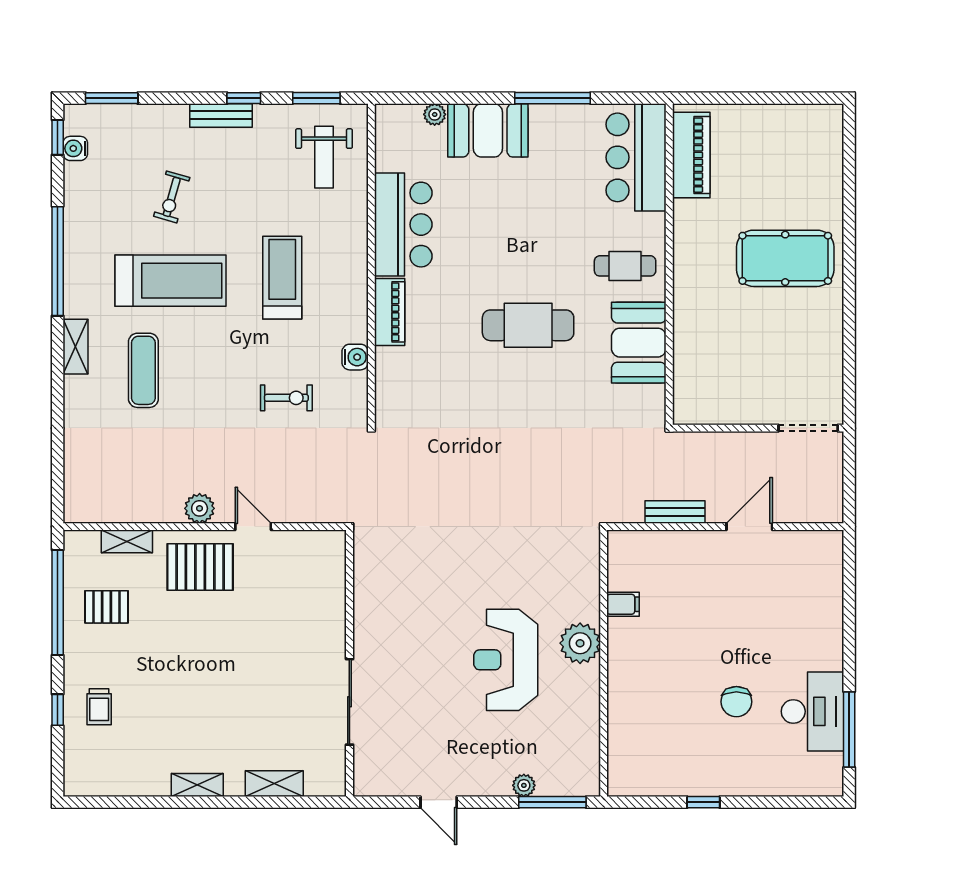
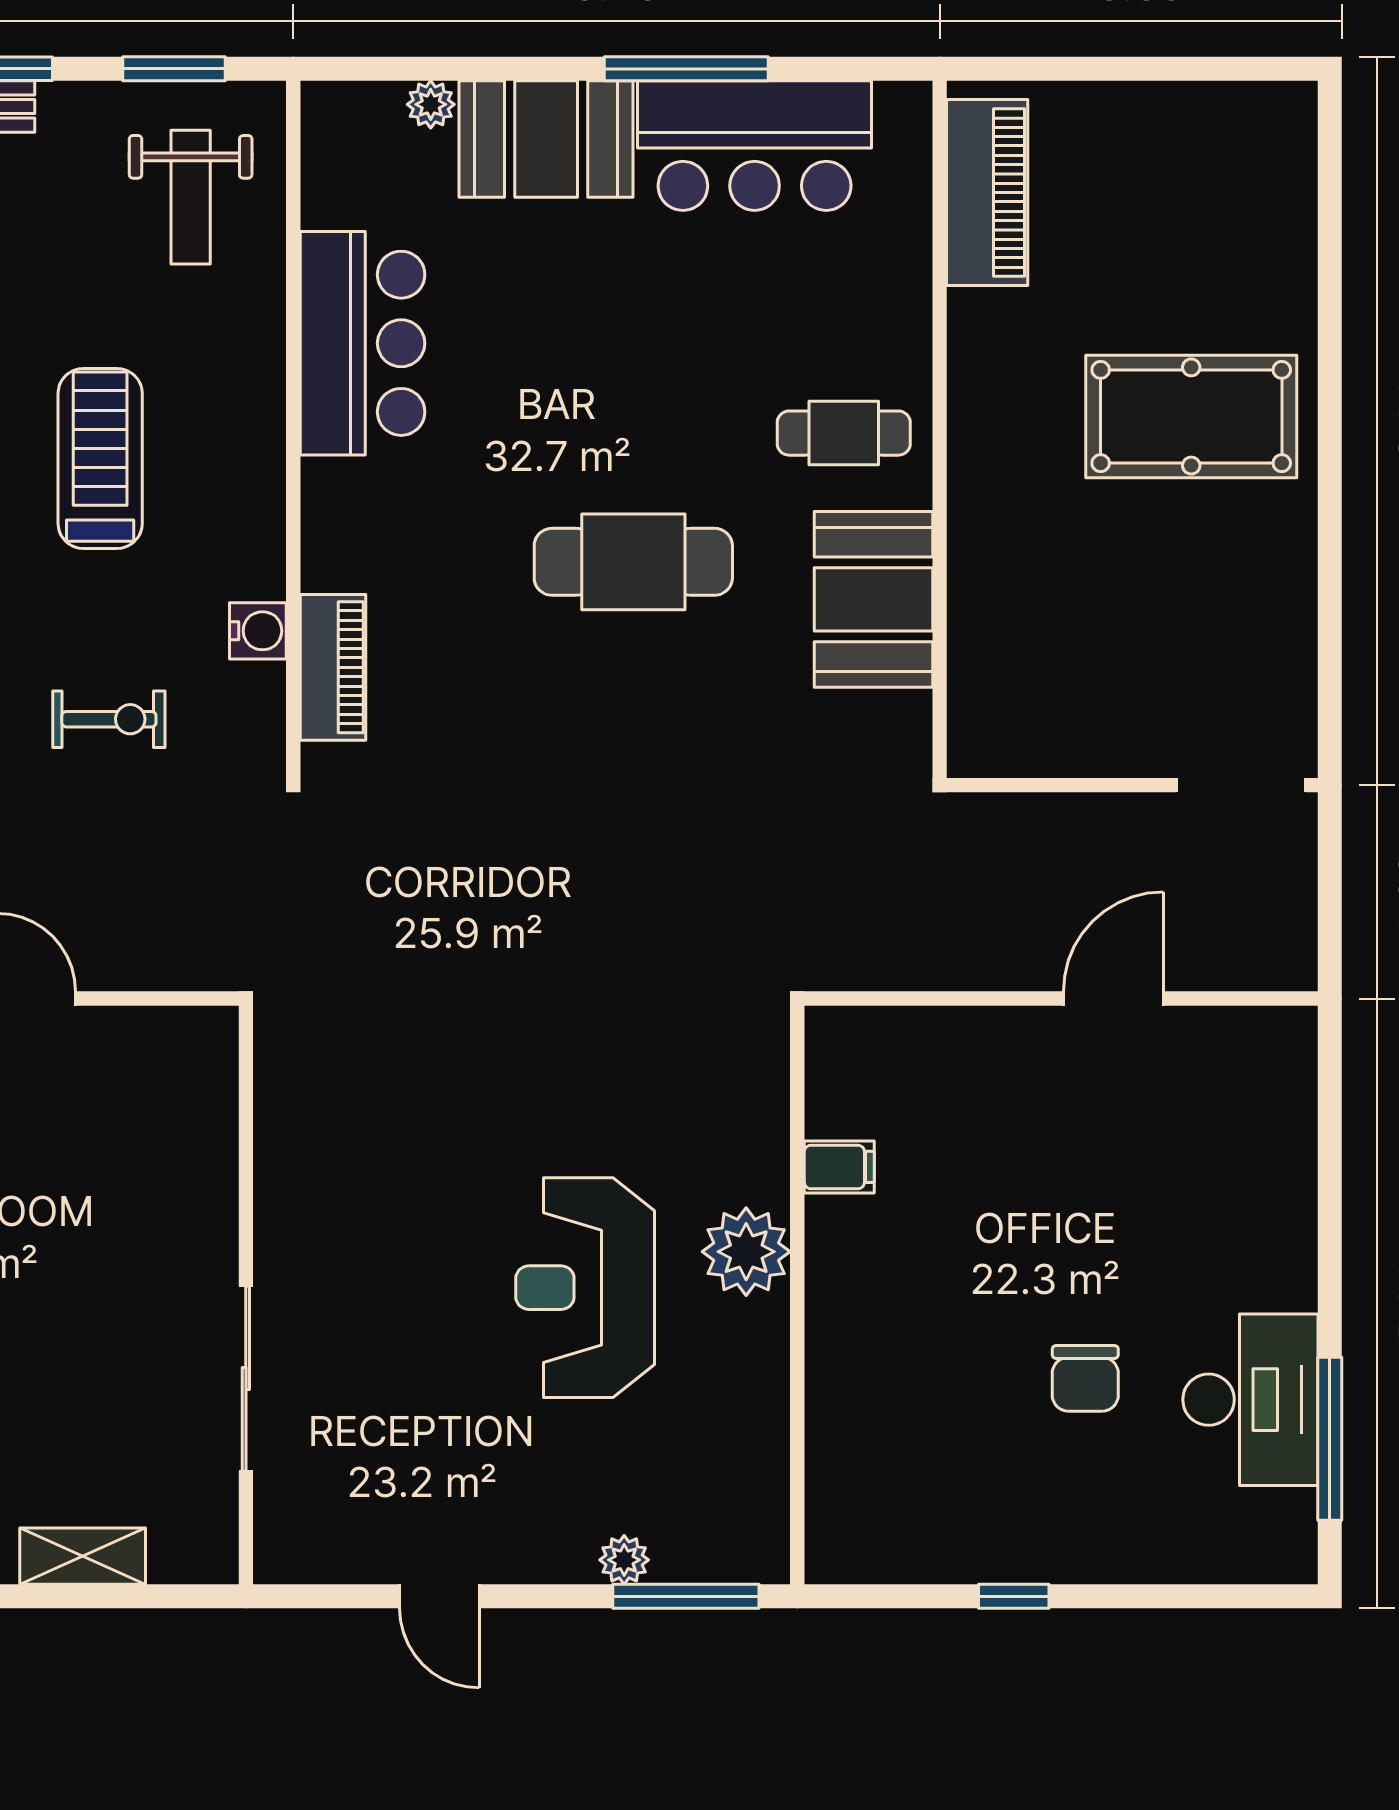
bar counter: (636, 157) -> (755, 146), moved, turned -90
piano: (390, 312) -> (333, 667), moved
bench: (675, 512) -> (952, 967), removed

